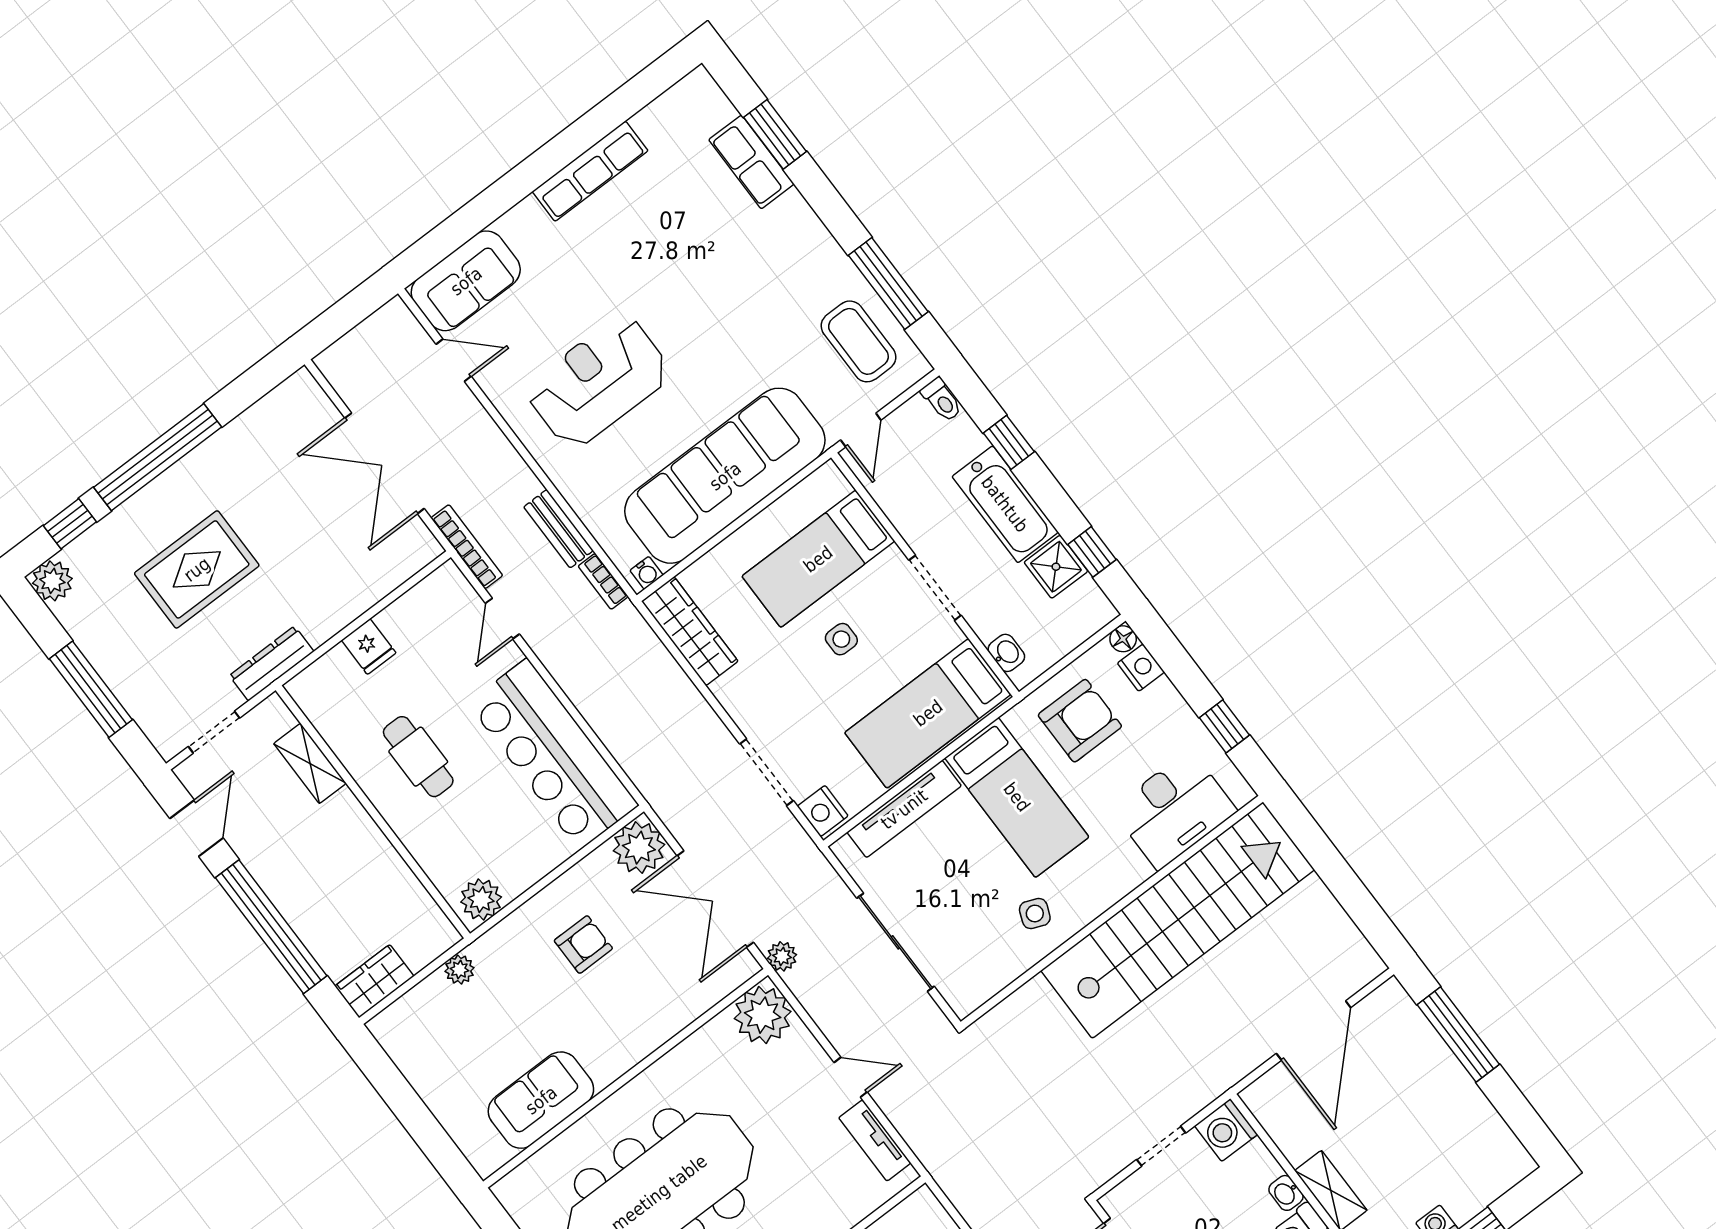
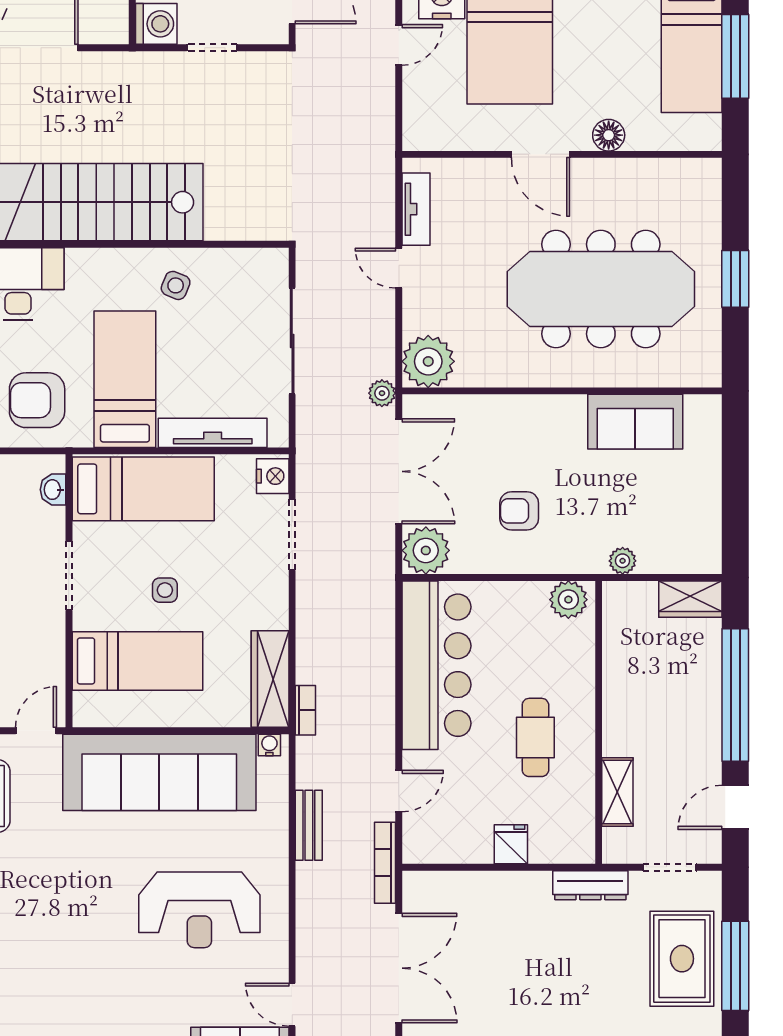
rug: (197, 569) -> (682, 959), moved, turned 90
bookcase: (603, 581) -> (305, 710), moved

